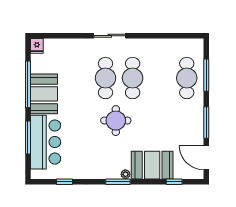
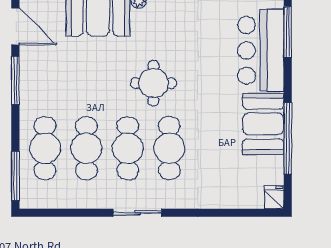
sliding door: (110, 36) -> (137, 213), moved
window: (206, 75) -> (15, 176), moved
cafe table: (160, 78) -> (86, 148), added
window: (28, 137) -> (288, 32), moved

